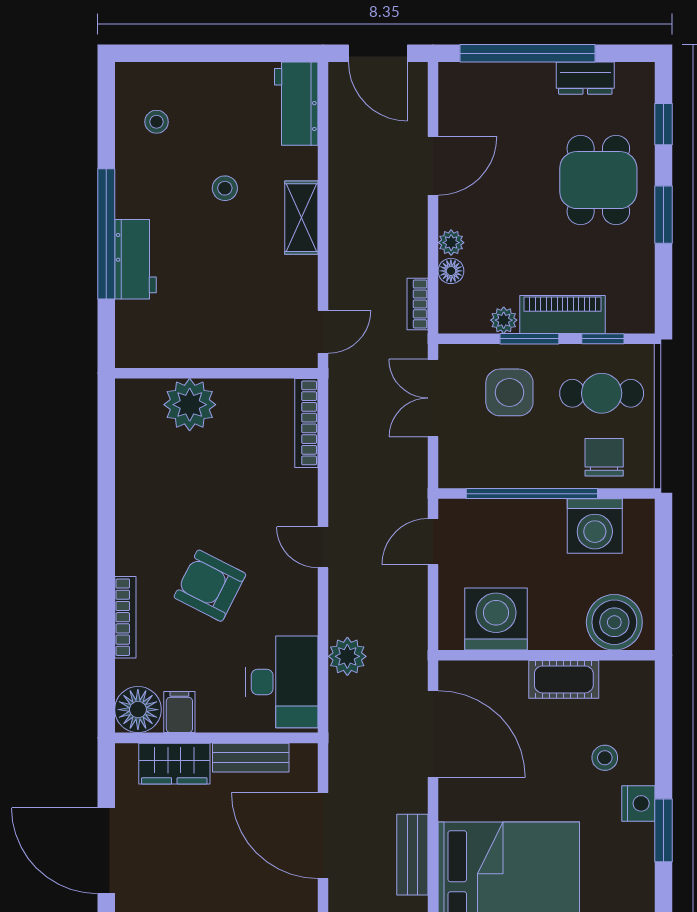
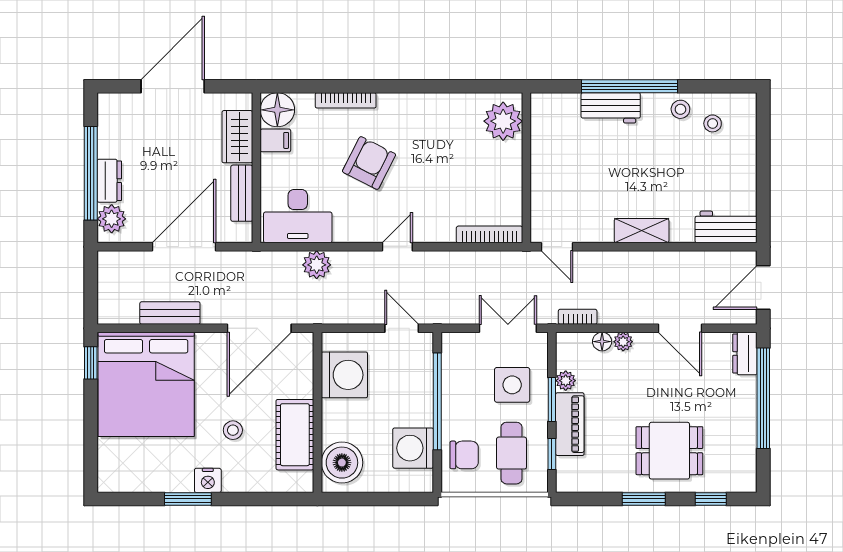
dresser: (585, 78) -> (745, 353), moved
stool: (225, 188) -> (680, 109), moved
plant: (190, 405) -> (503, 121), moved
cot: (564, 679) -> (295, 435), width x1.37, depth x1.34
stool: (605, 758) -> (233, 430), moved

